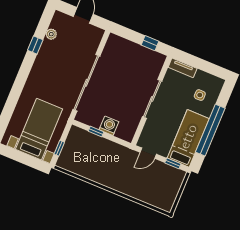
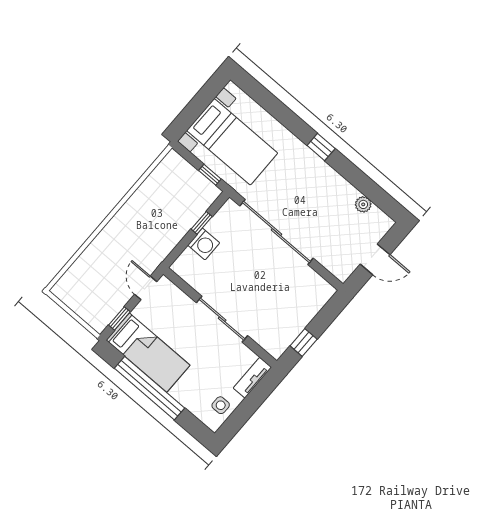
window: (35, 45) -> (321, 147), moved
side table: (200, 95) -> (221, 405), moved
window: (59, 148) -> (210, 175), moved

